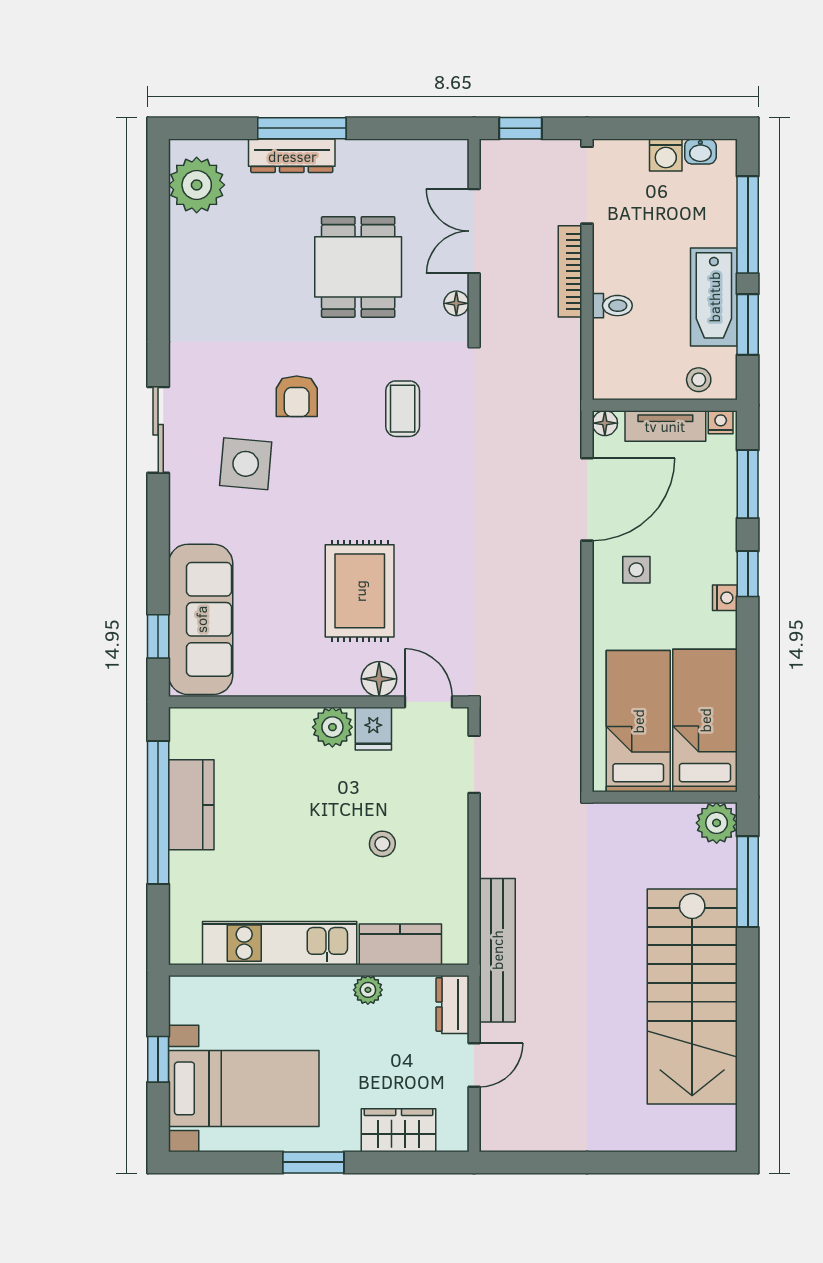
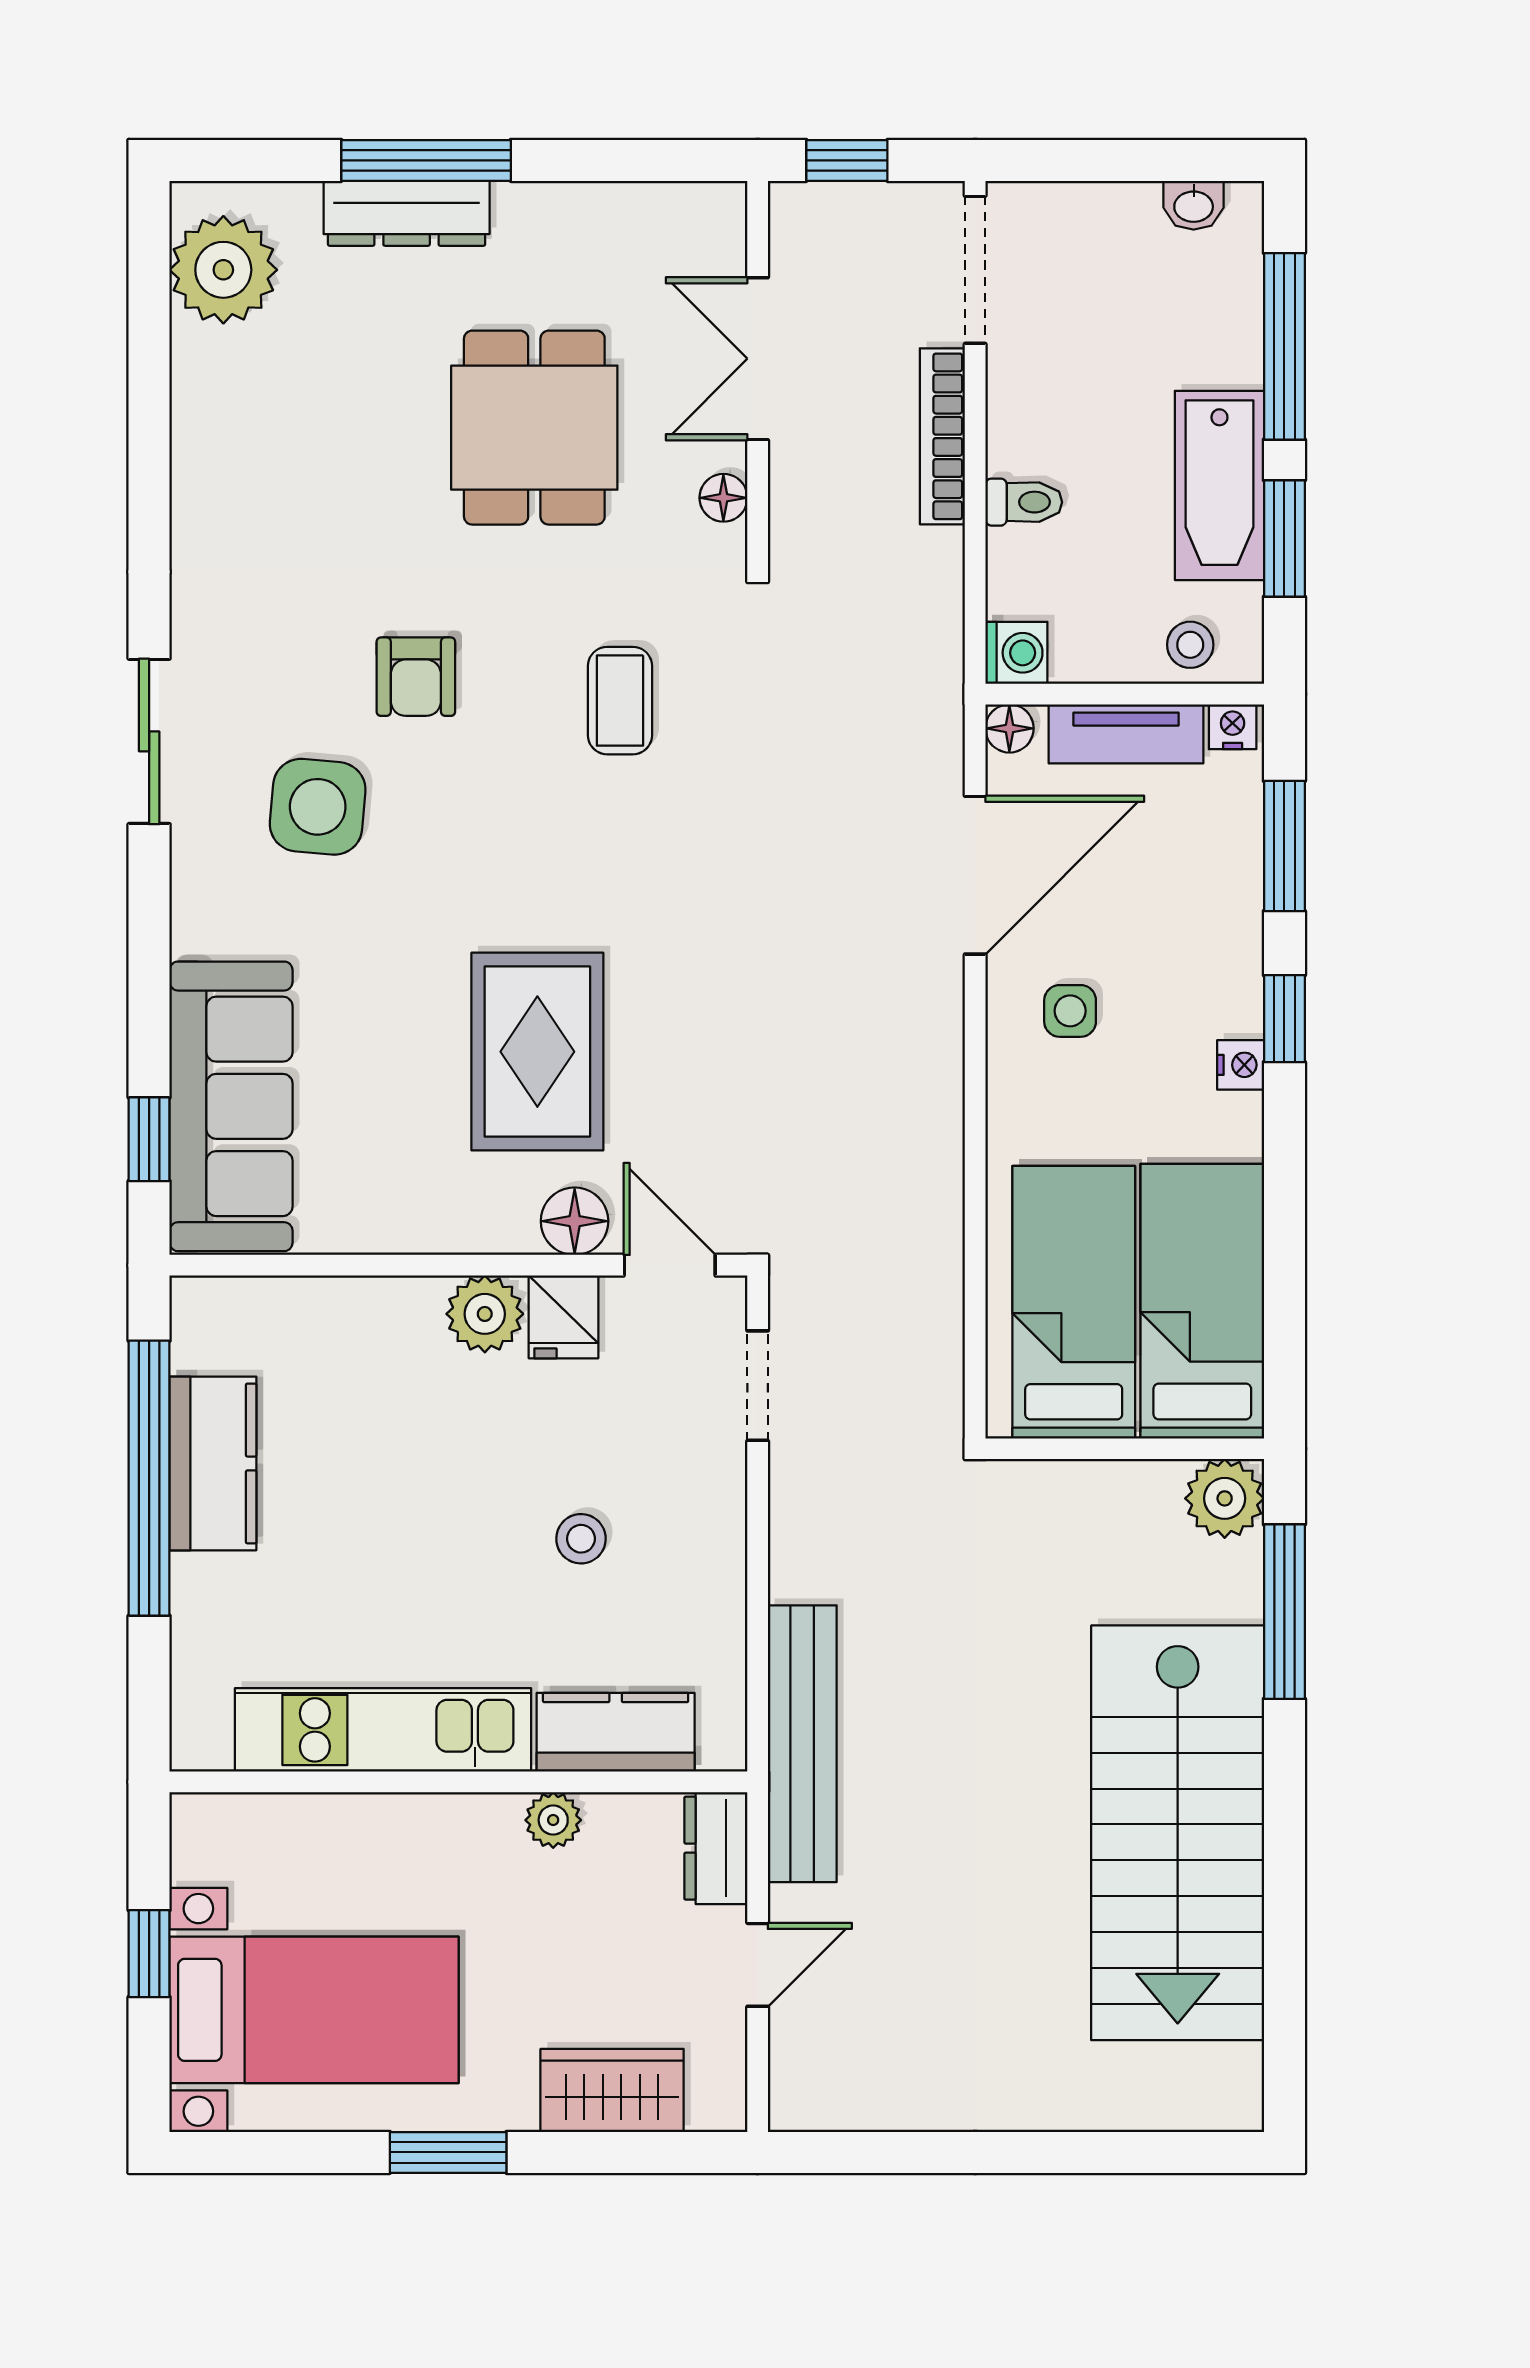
washing machine: (666, 155) -> (1016, 653), moved, turned -90

